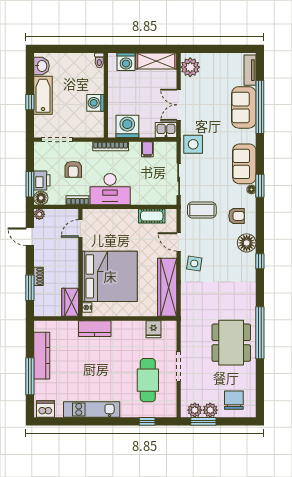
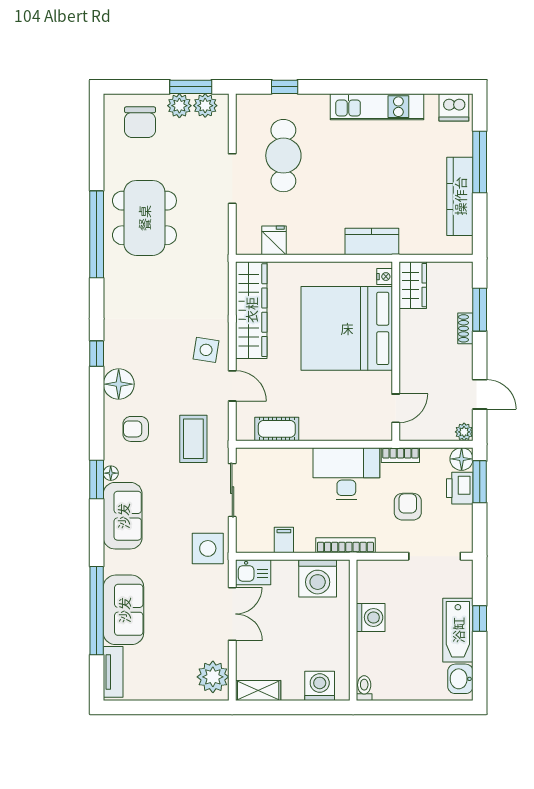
shelving: (156, 61) -> (258, 690), width x0.67, depth x0.75
coffee table: (202, 210) -> (193, 439), turned 90

